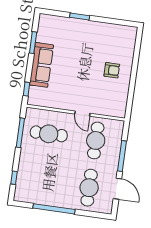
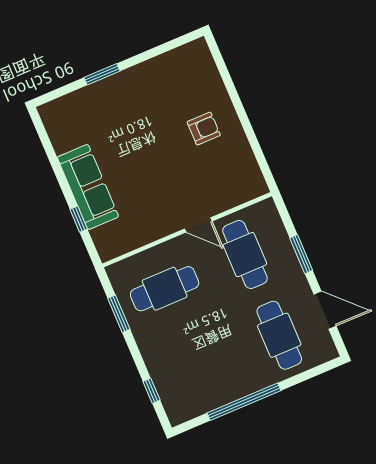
window: (33, 43) -> (53, 160), removed
window: (26, 89) -> (79, 219), moved
window: (20, 133) -> (119, 314), width x0.69
window: (122, 156) -> (301, 254), width x0.69

